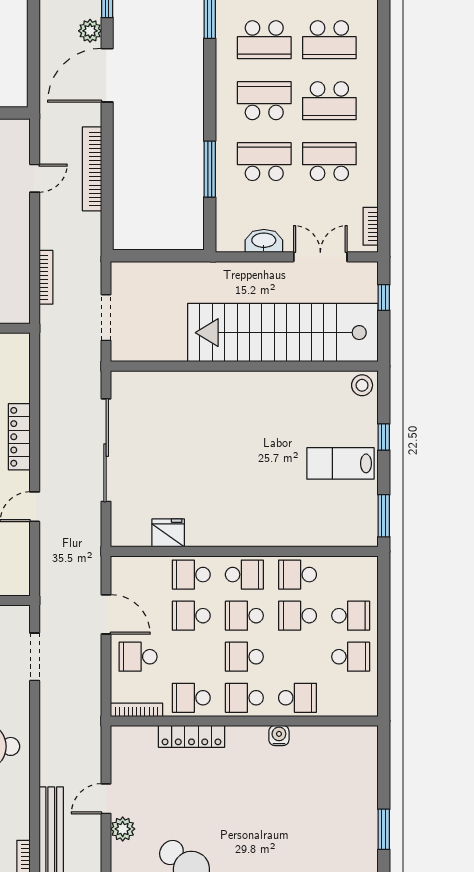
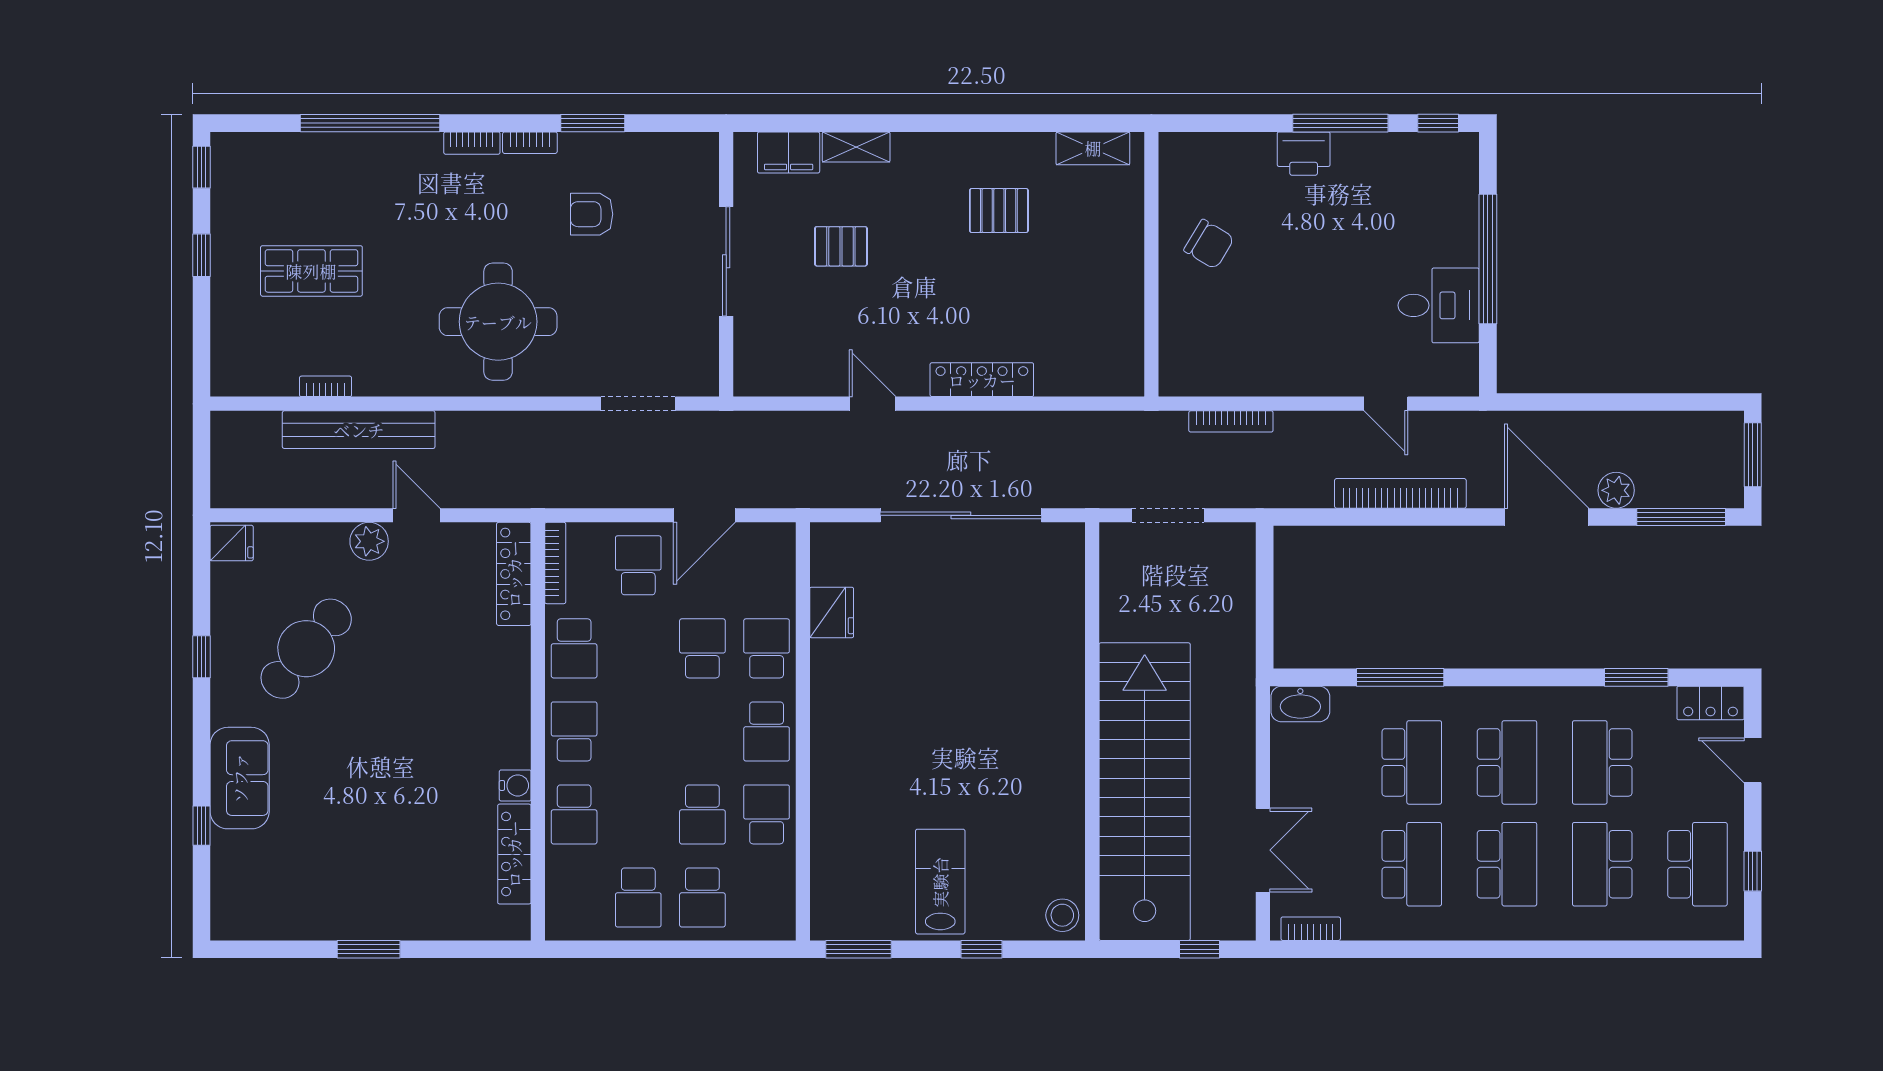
school desk: (329, 101) -> (1507, 864), turned 180
washbasin: (264, 241) -> (1300, 704), moved, turned 90
school desk: (244, 616) -> (702, 731), removed
school desk: (298, 616) -> (702, 814), turned 180
school desk: (244, 657) -> (638, 731), removed
school desk: (191, 698) -> (574, 648), turned 180
locker: (191, 736) -> (514, 574), moved
locker: (323, 736) -> (514, 854), added

